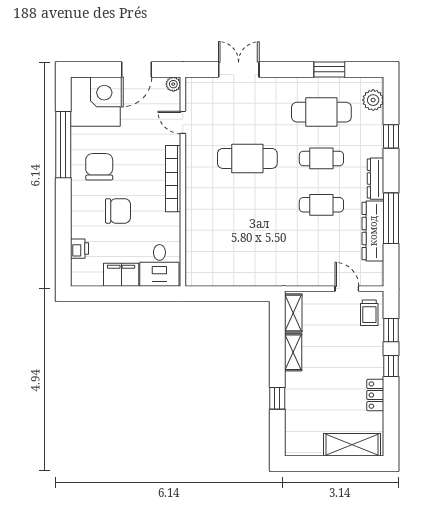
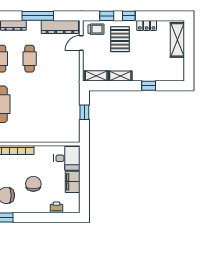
dresser: (373, 231) -> (60, 27), moved
window: (234, 294) -> (84, 112), added
pallet: (353, 352) -> (120, 39), added

